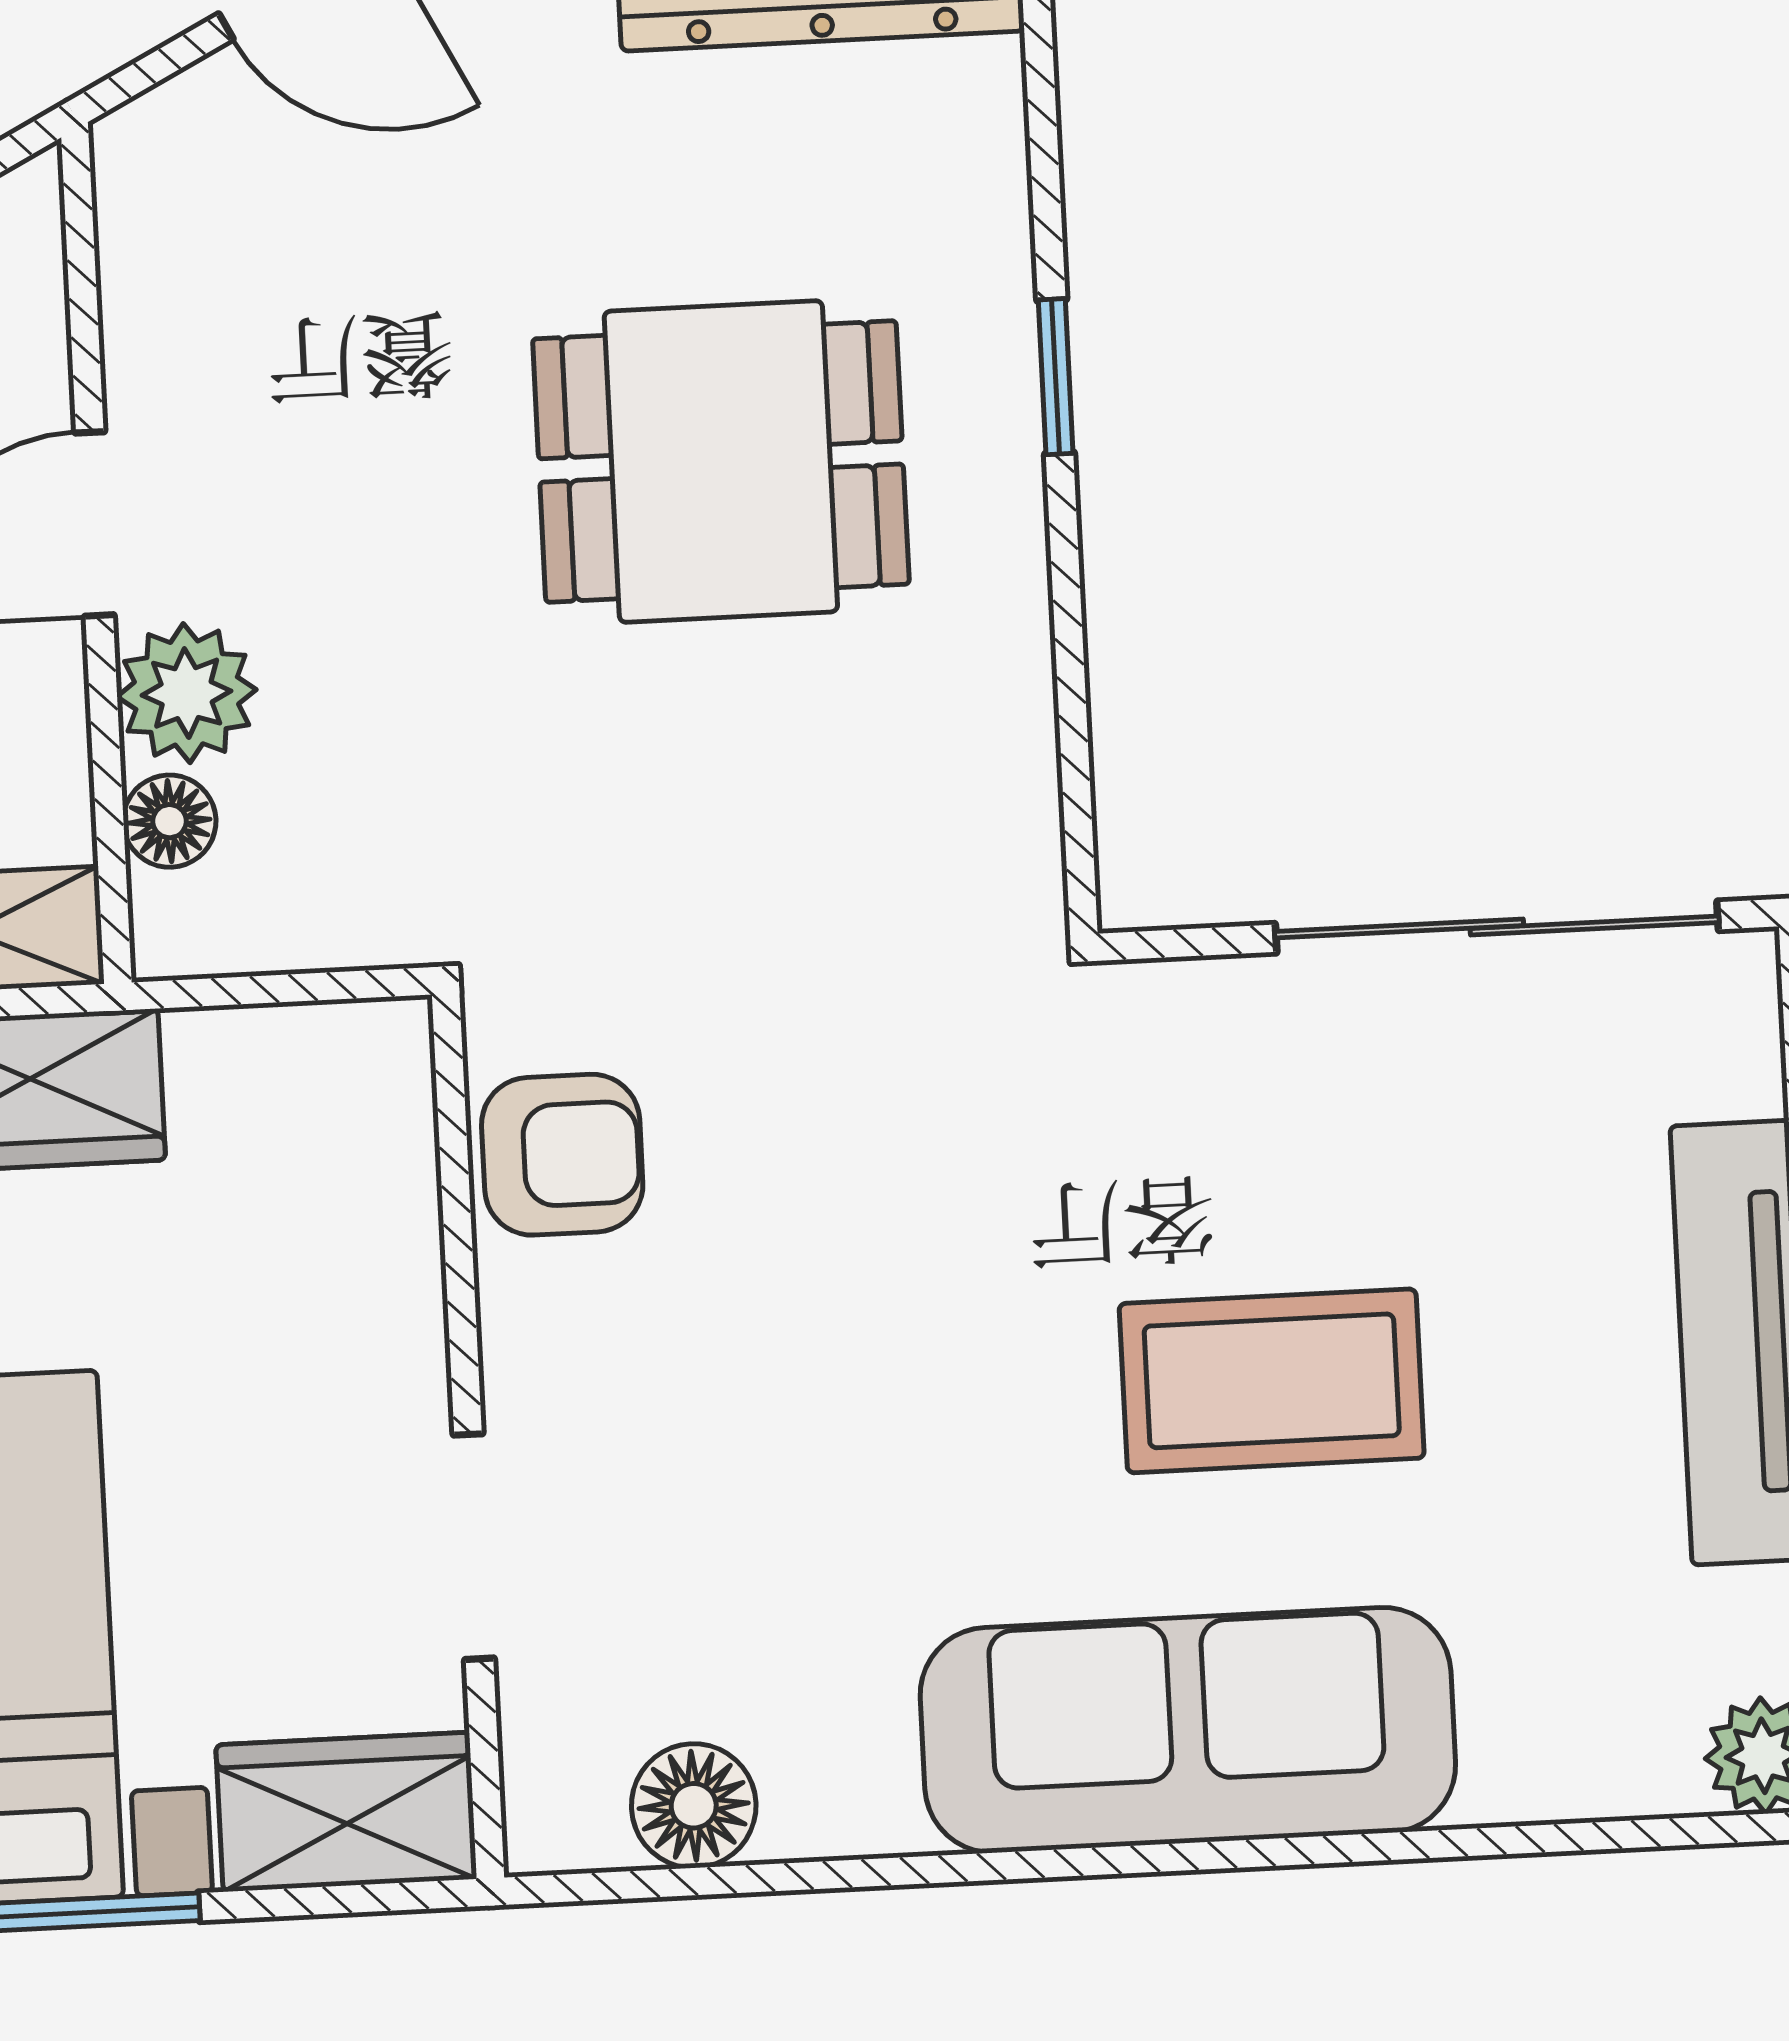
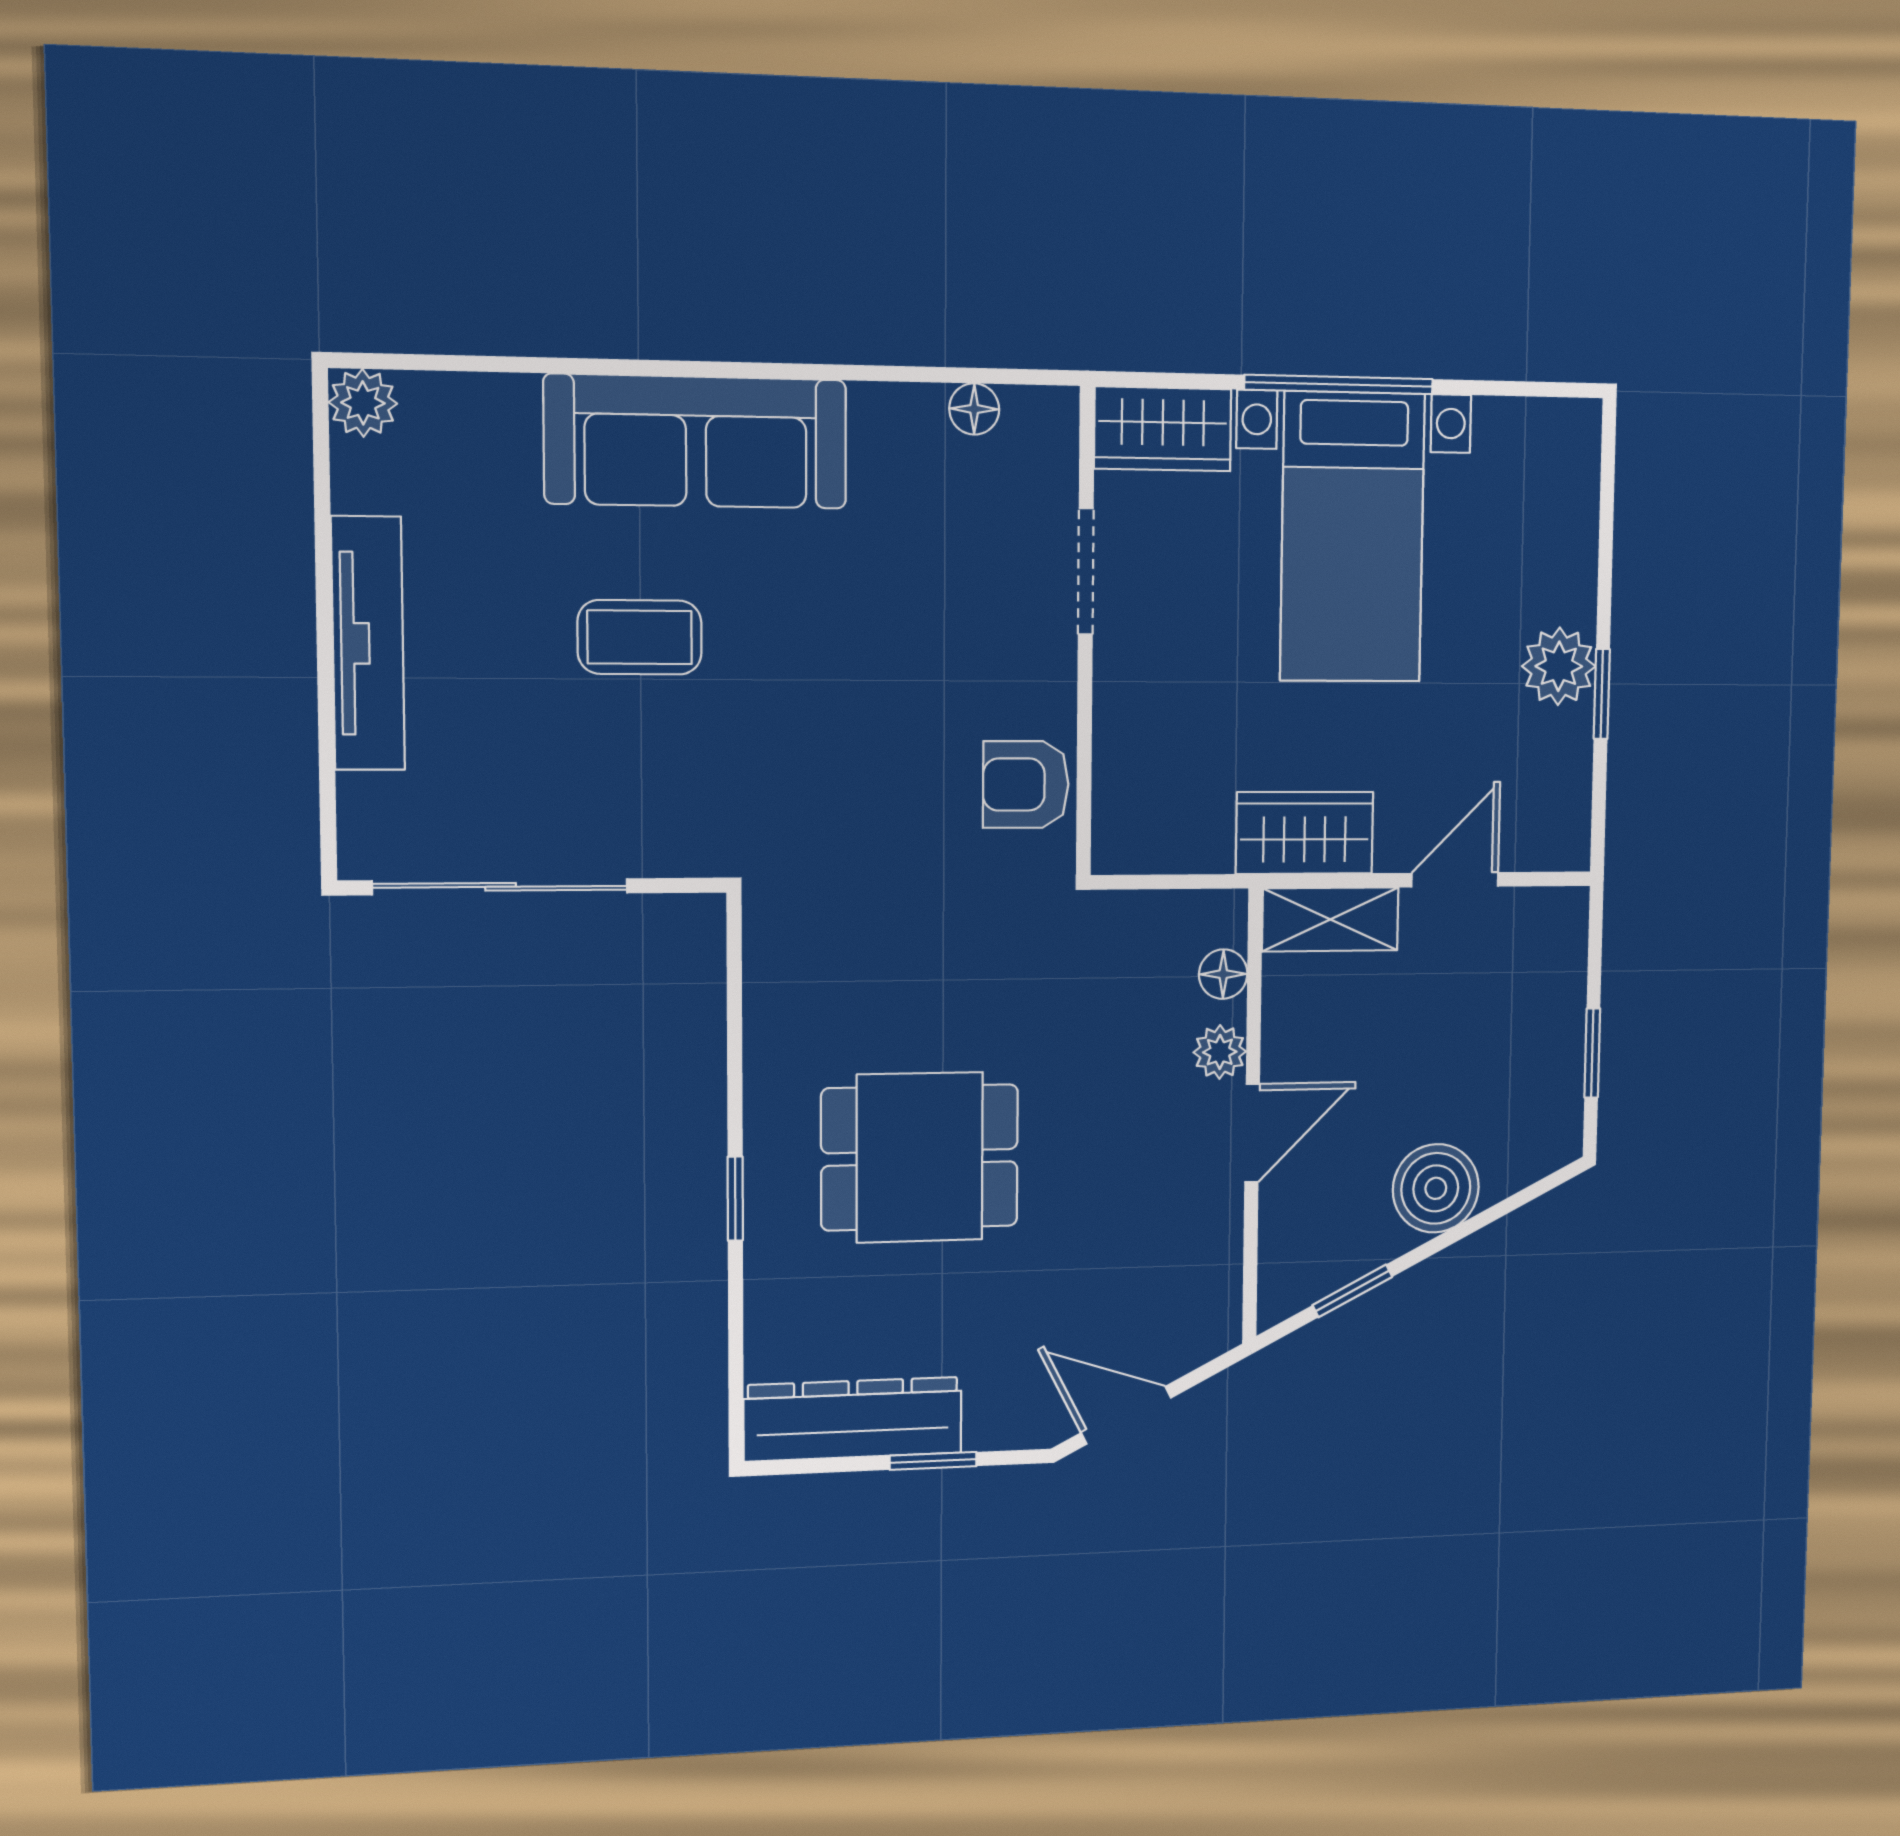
plant: (187, 693) -> (1220, 1052), width x0.73, depth x0.73
coffee table: (1272, 1381) -> (640, 637), width x0.73, depth x0.77
floor lamp: (694, 1806) -> (974, 409), width x0.73, depth x0.73

